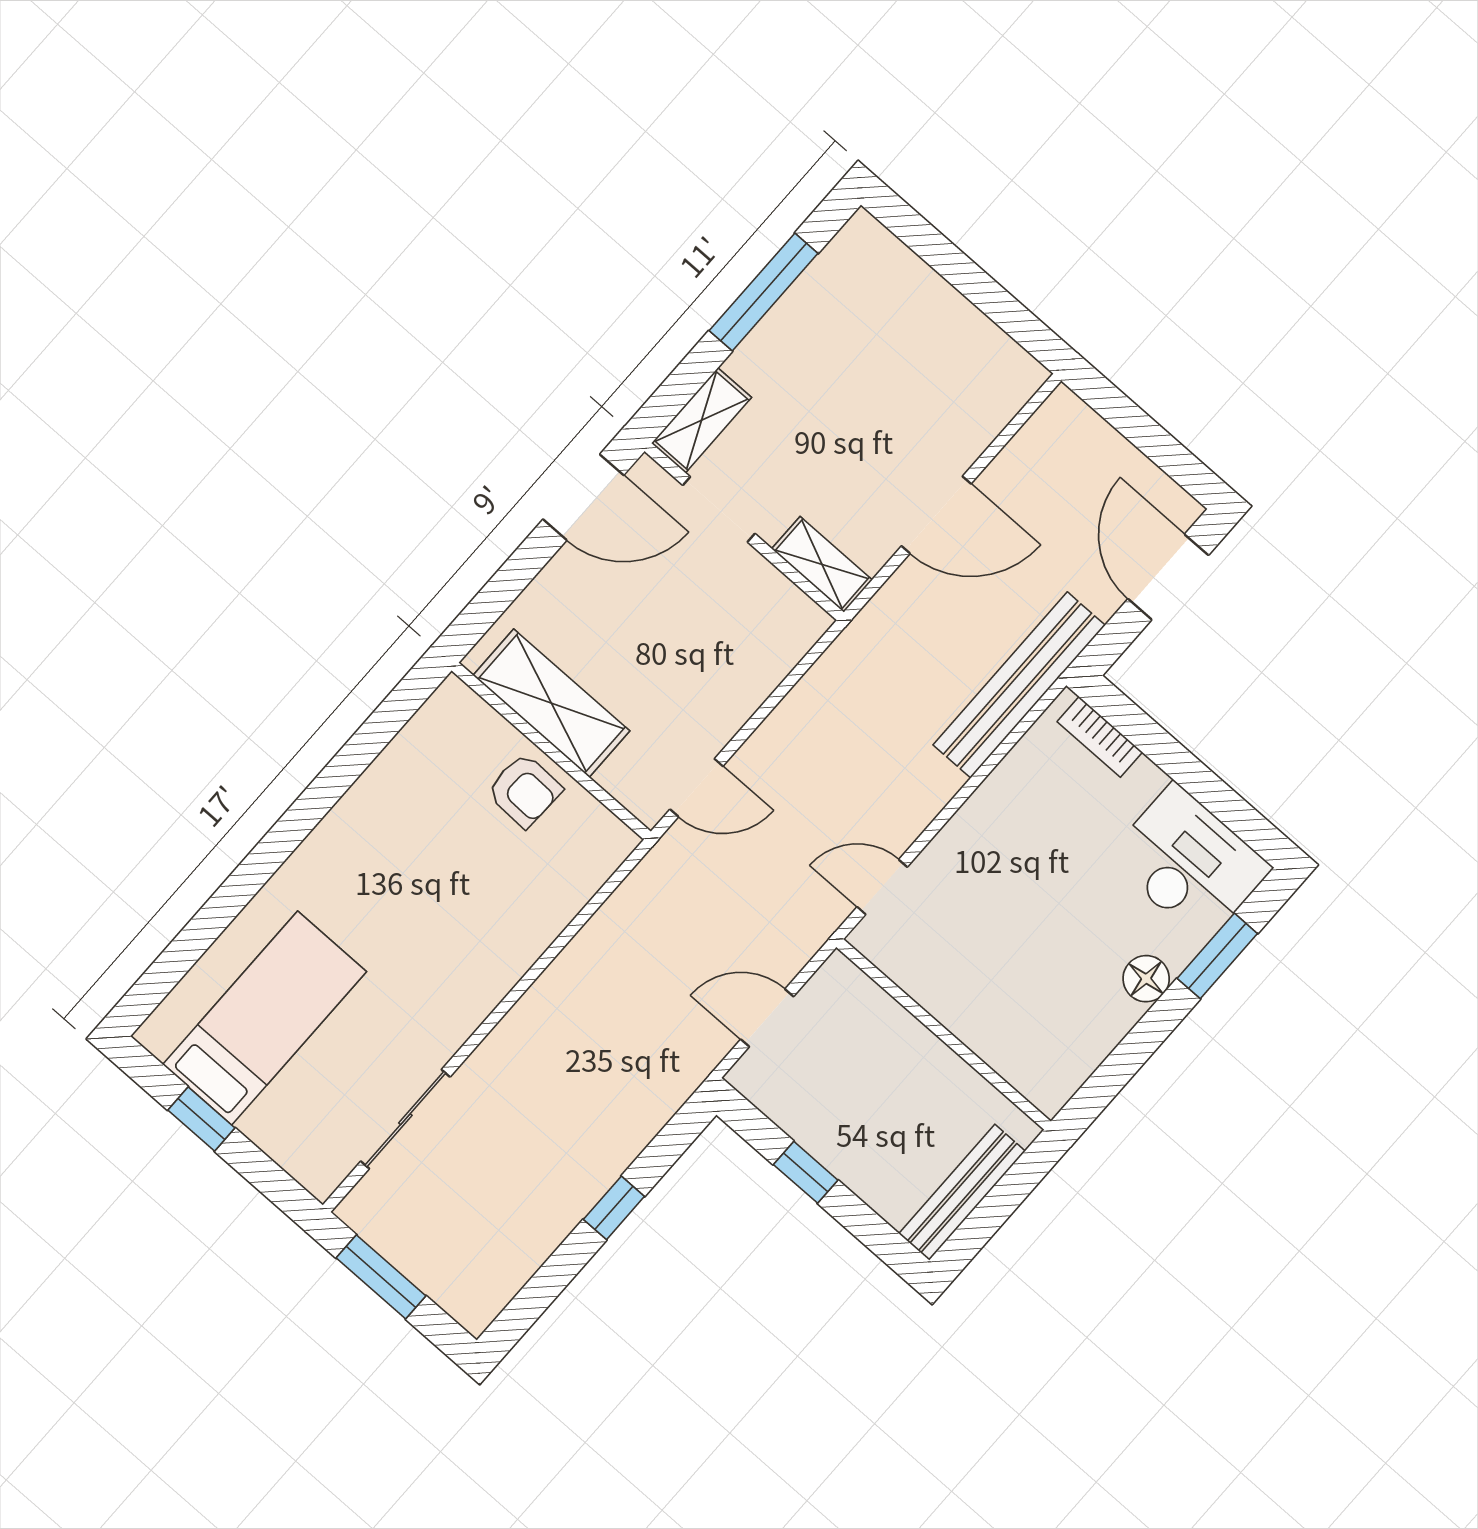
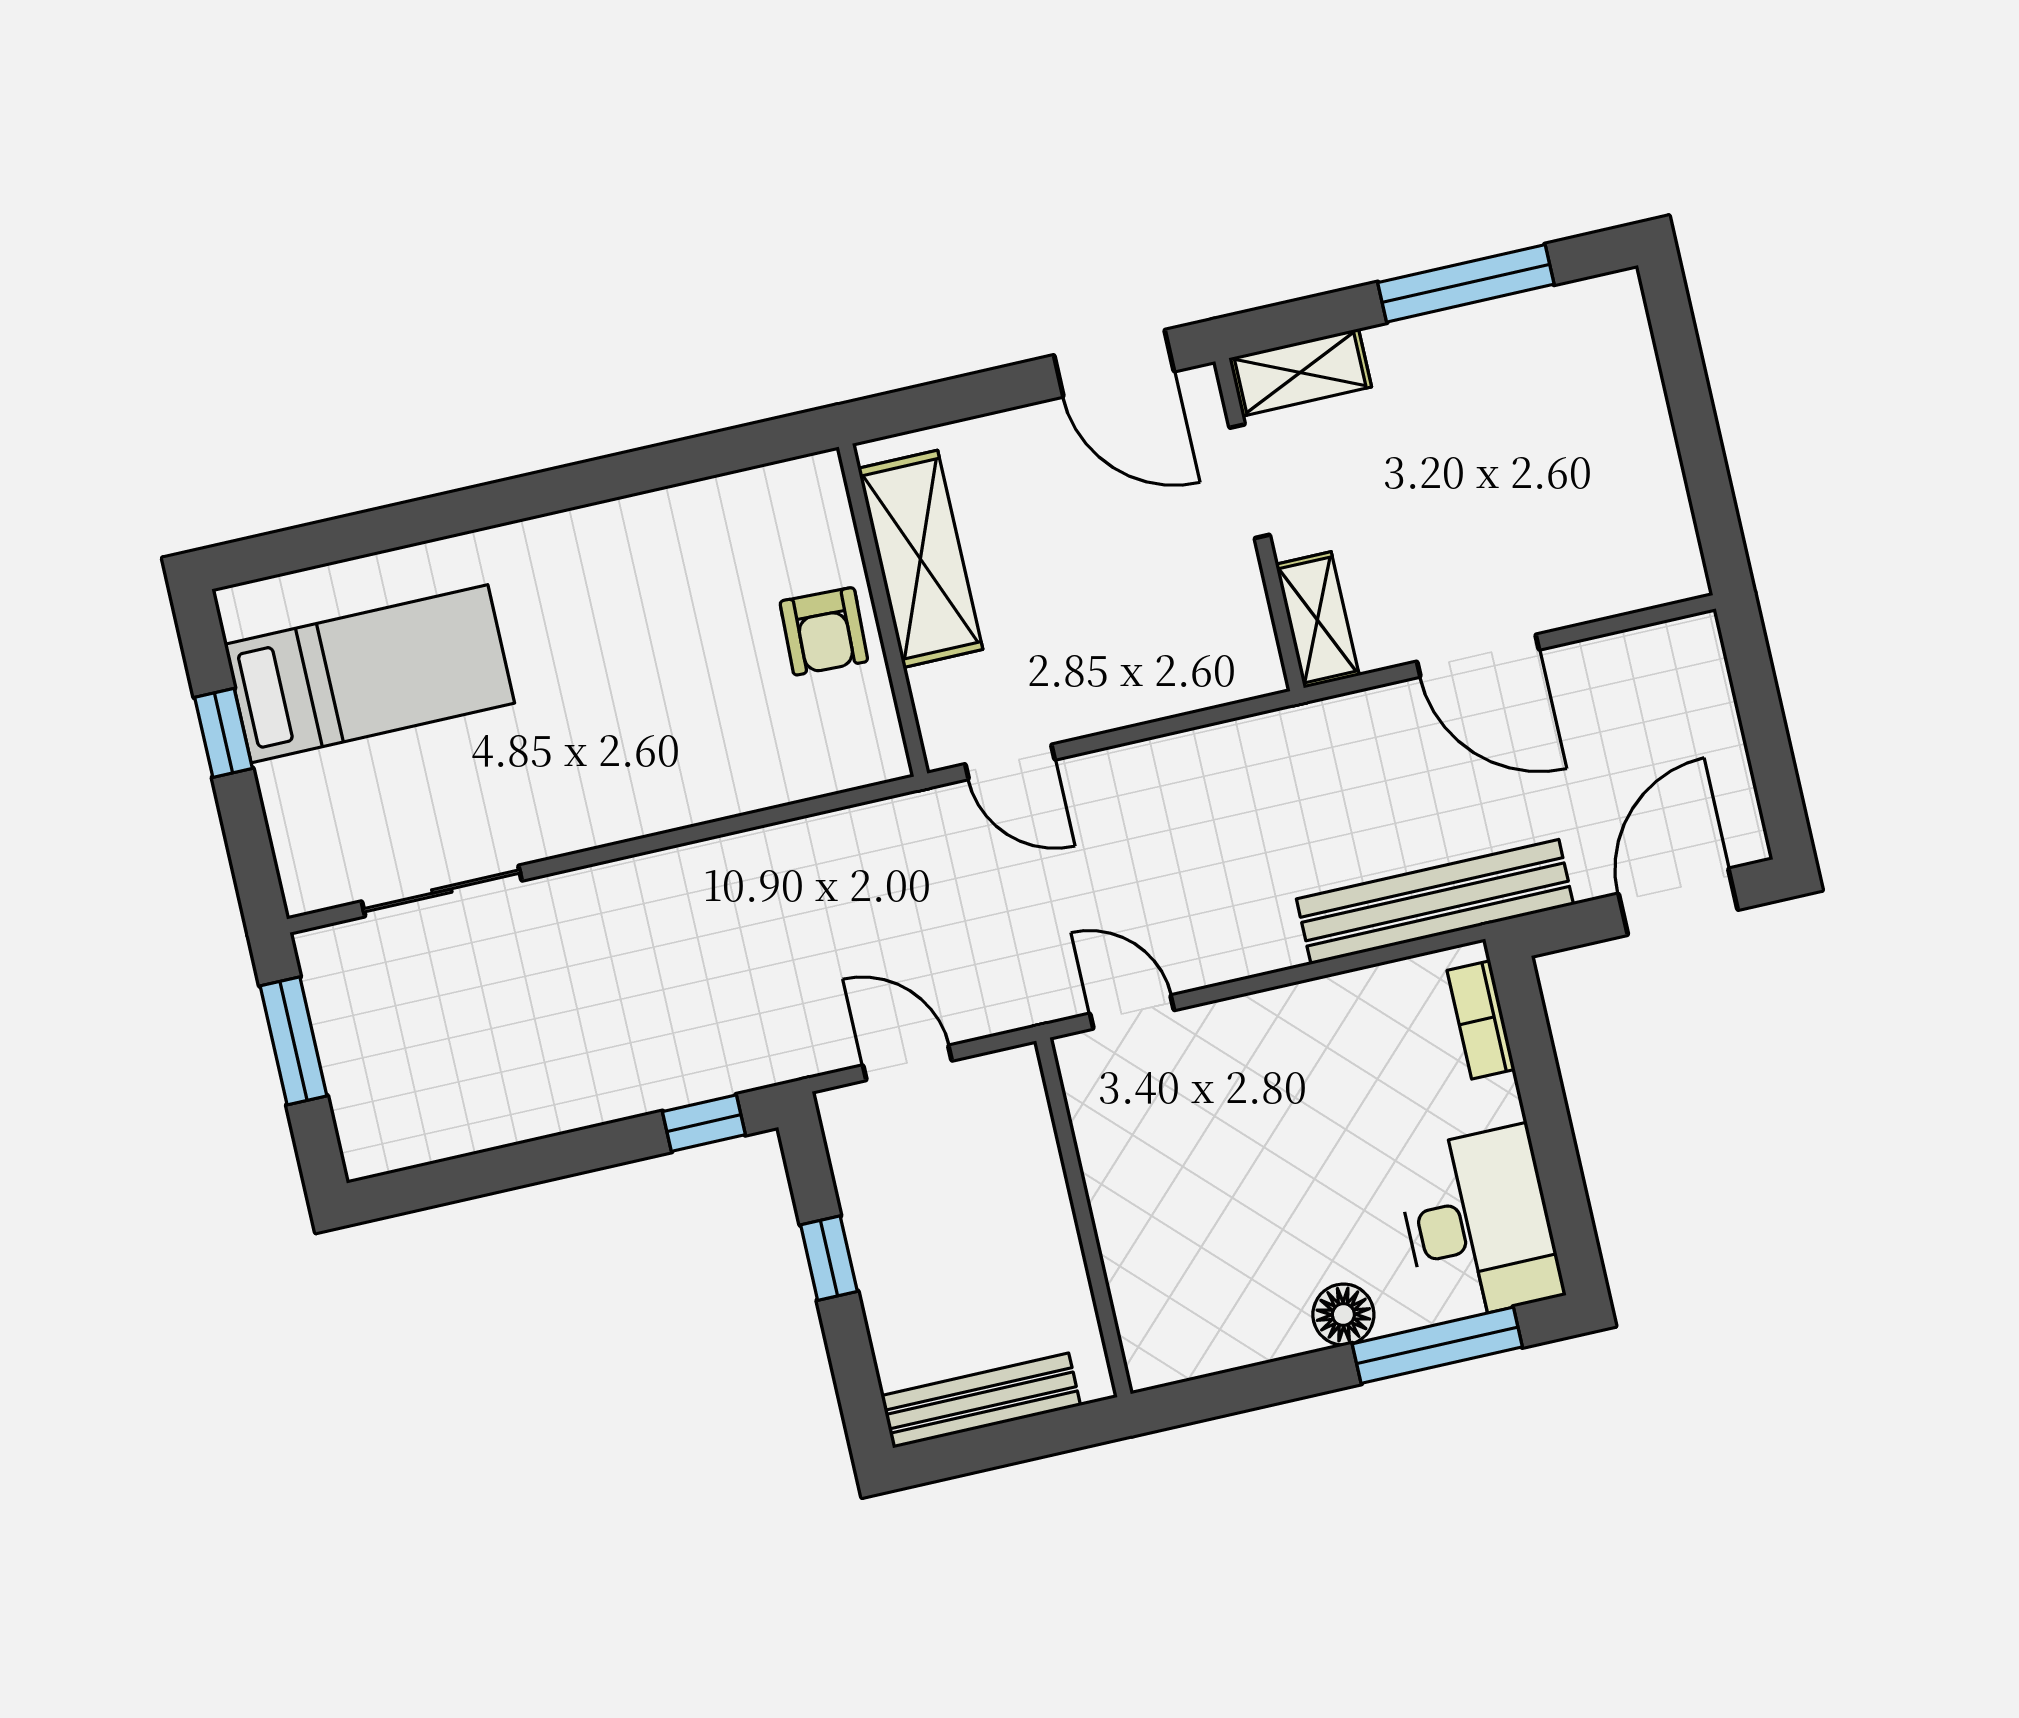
window: (1217, 956) -> (1437, 1345), width x1.44
window: (614, 1208) -> (704, 1123), moved

